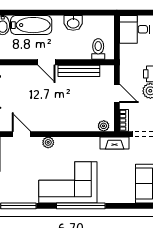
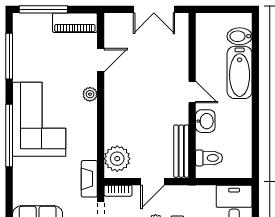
washbasin: (73, 23) -> (205, 121), moved, turned 180
door: (46, 62) -> (192, 92), swing flipped
bench: (79, 71) -> (181, 151), moved
plant: (104, 126) -> (117, 159), width x1.88, depth x1.88

